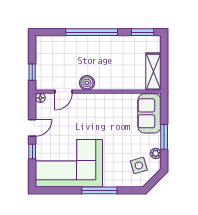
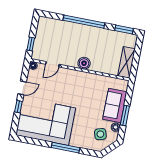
boiler: (87, 83) -> (84, 63), moved
sofa: (149, 113) -> (115, 106), moved

